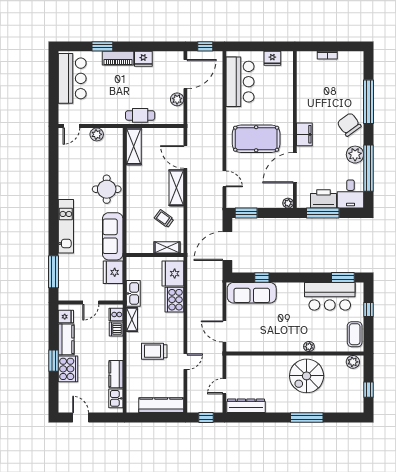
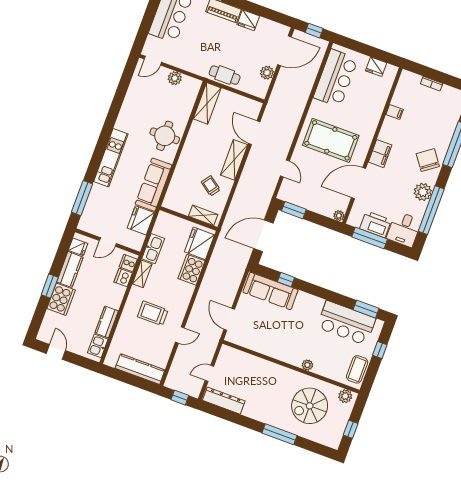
filing cabinet: (304, 93) -> (395, 112), added
spiral stairs: (307, 376) -> (310, 406), moved

